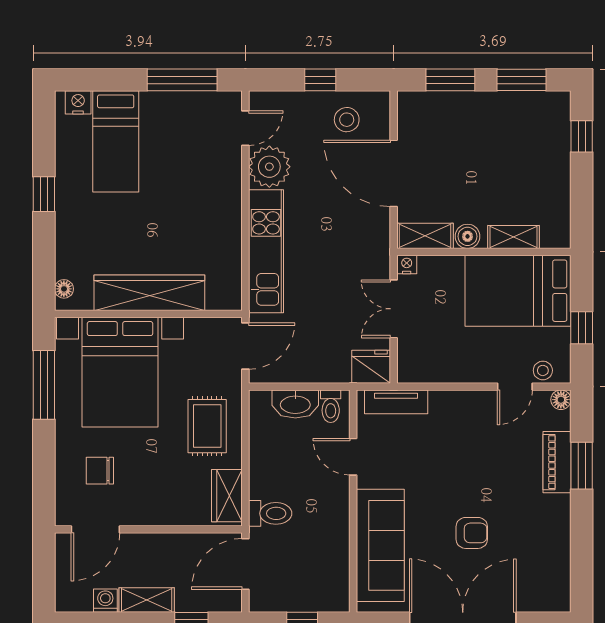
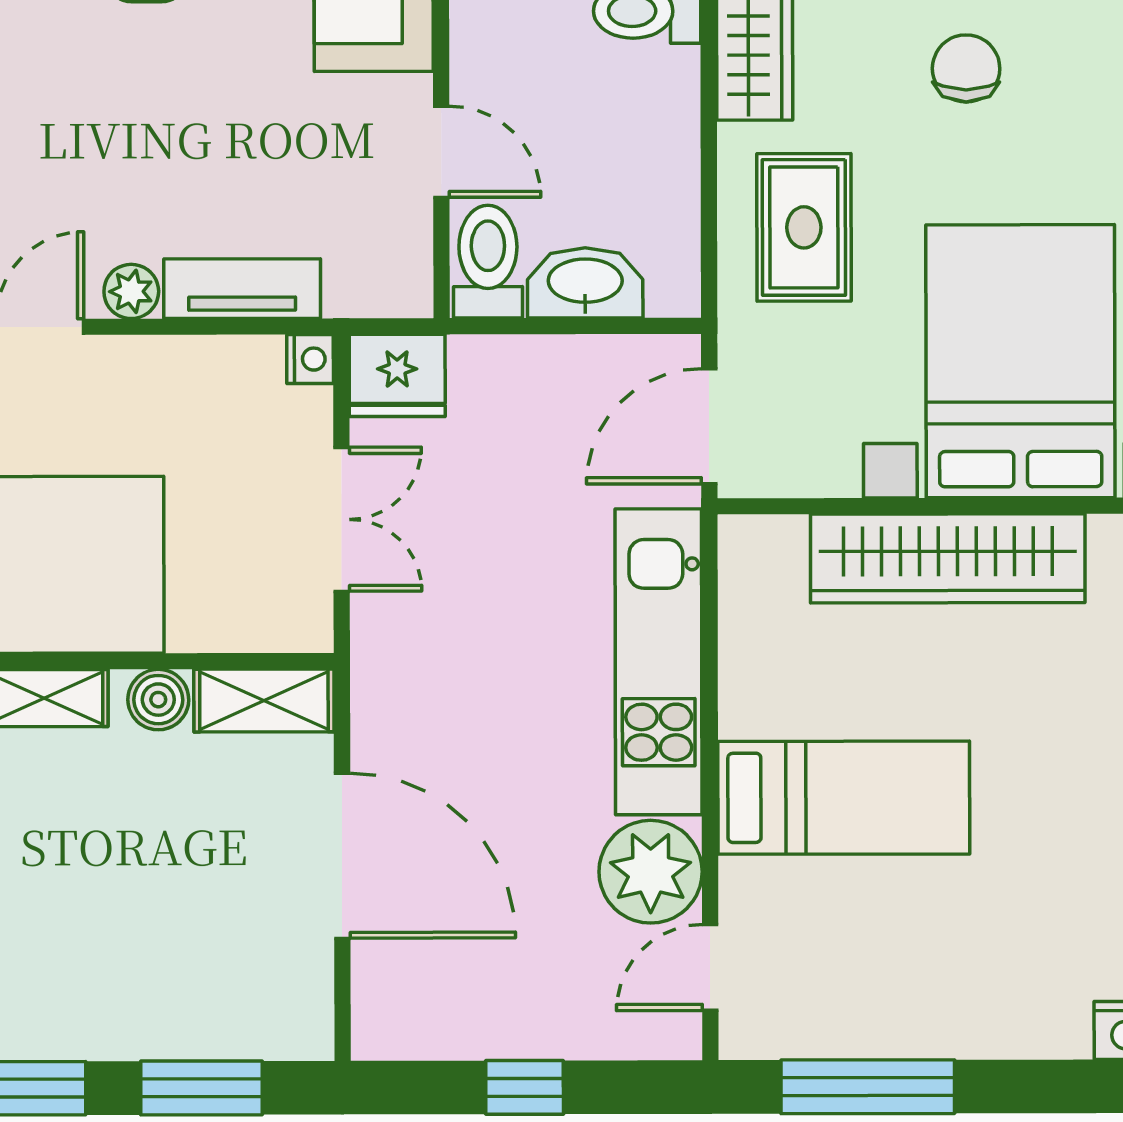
stool: (347, 120) -> (459, 989), removed
bed: (116, 141) -> (844, 798), moved, turned 90
nightstand: (407, 264) -> (310, 359), moved, turned -90
plant: (478, 401) -> (131, 291), added
tv unit: (396, 402) -> (242, 289), moved
toilet: (331, 406) -> (488, 262), width x1.37, depth x1.39
chair: (100, 471) -> (966, 68), moved, turned -90

